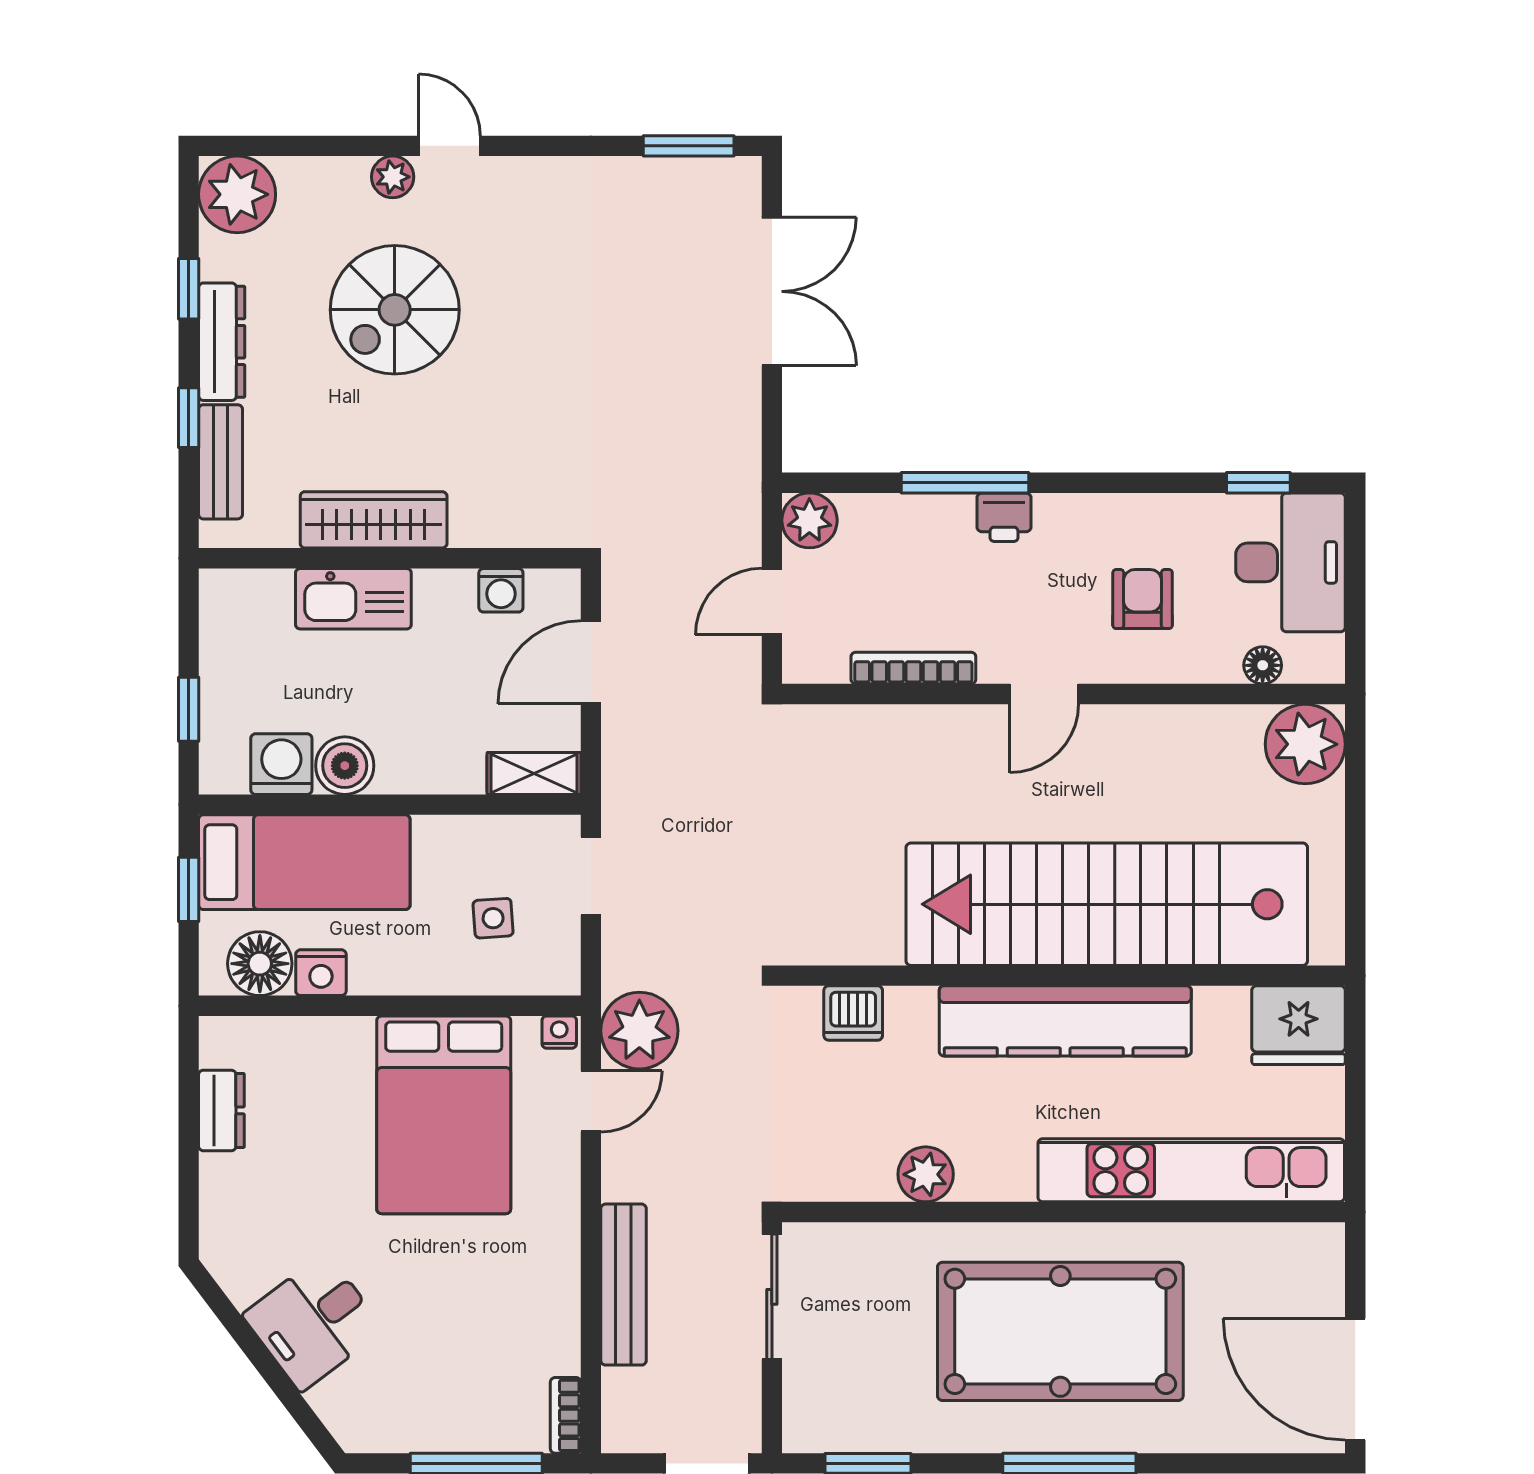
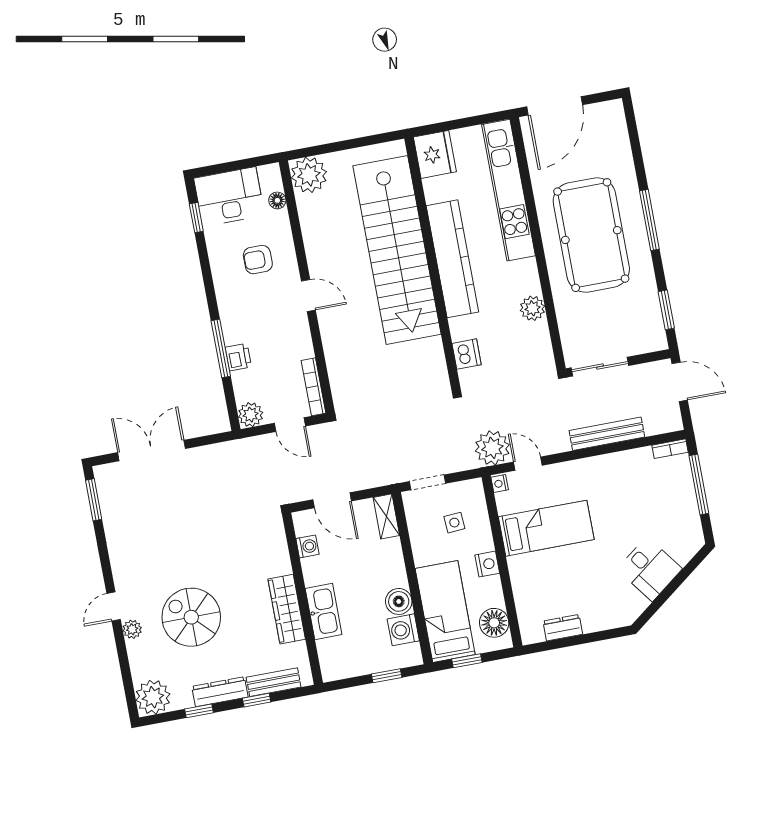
spiral stairs: (395, 310) -> (191, 617), turned 180
printer: (1004, 517) -> (238, 357), moved
bookcase: (913, 668) -> (313, 387), moved
nightstand: (321, 973) -> (487, 564), moved
bed: (444, 1115) -> (546, 528), width x0.67
door: (1355, 1379) -> (555, 106), moved

